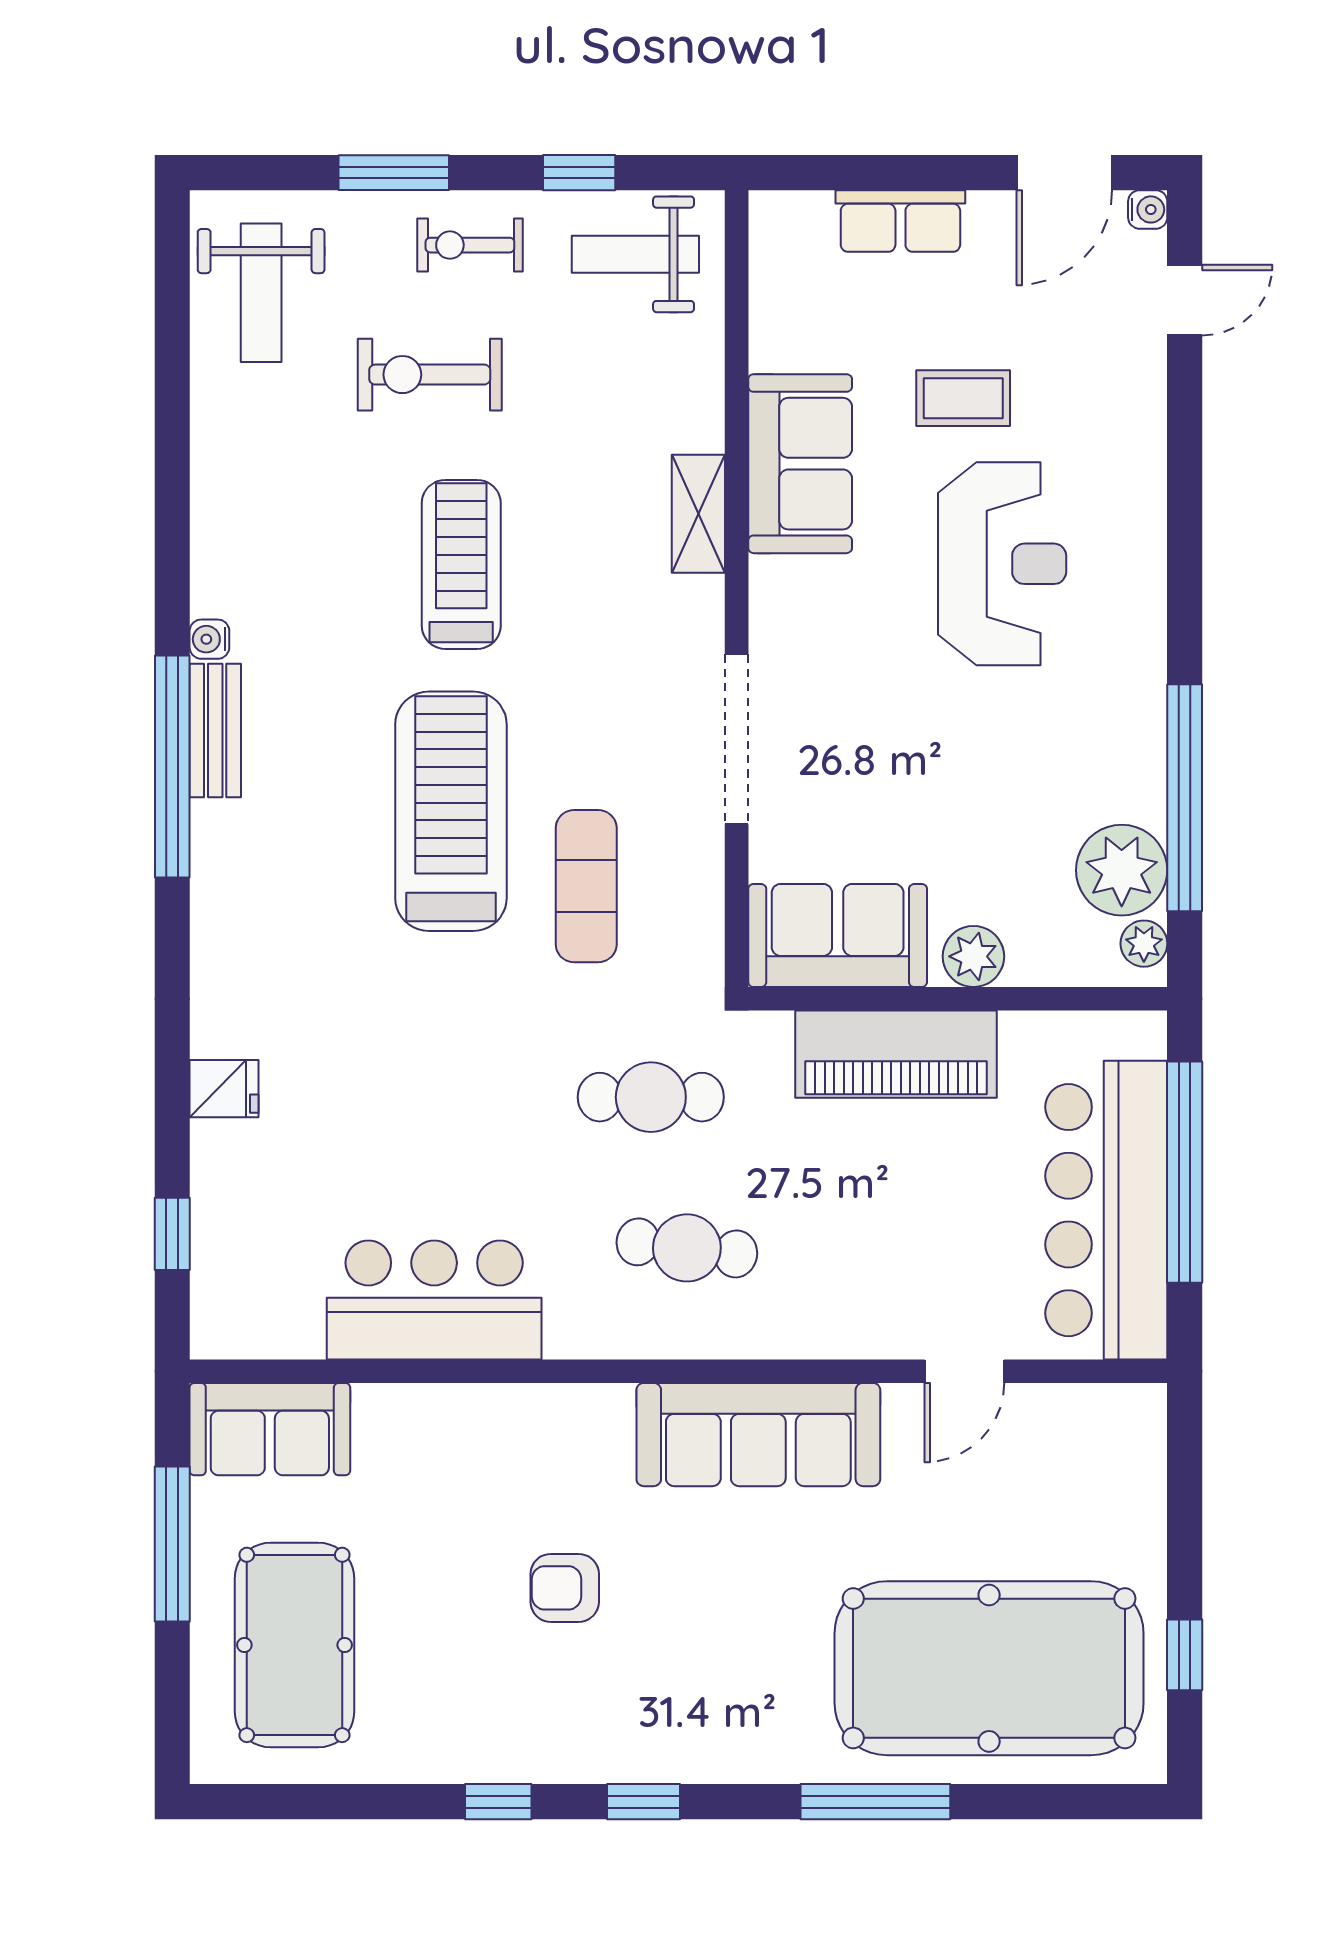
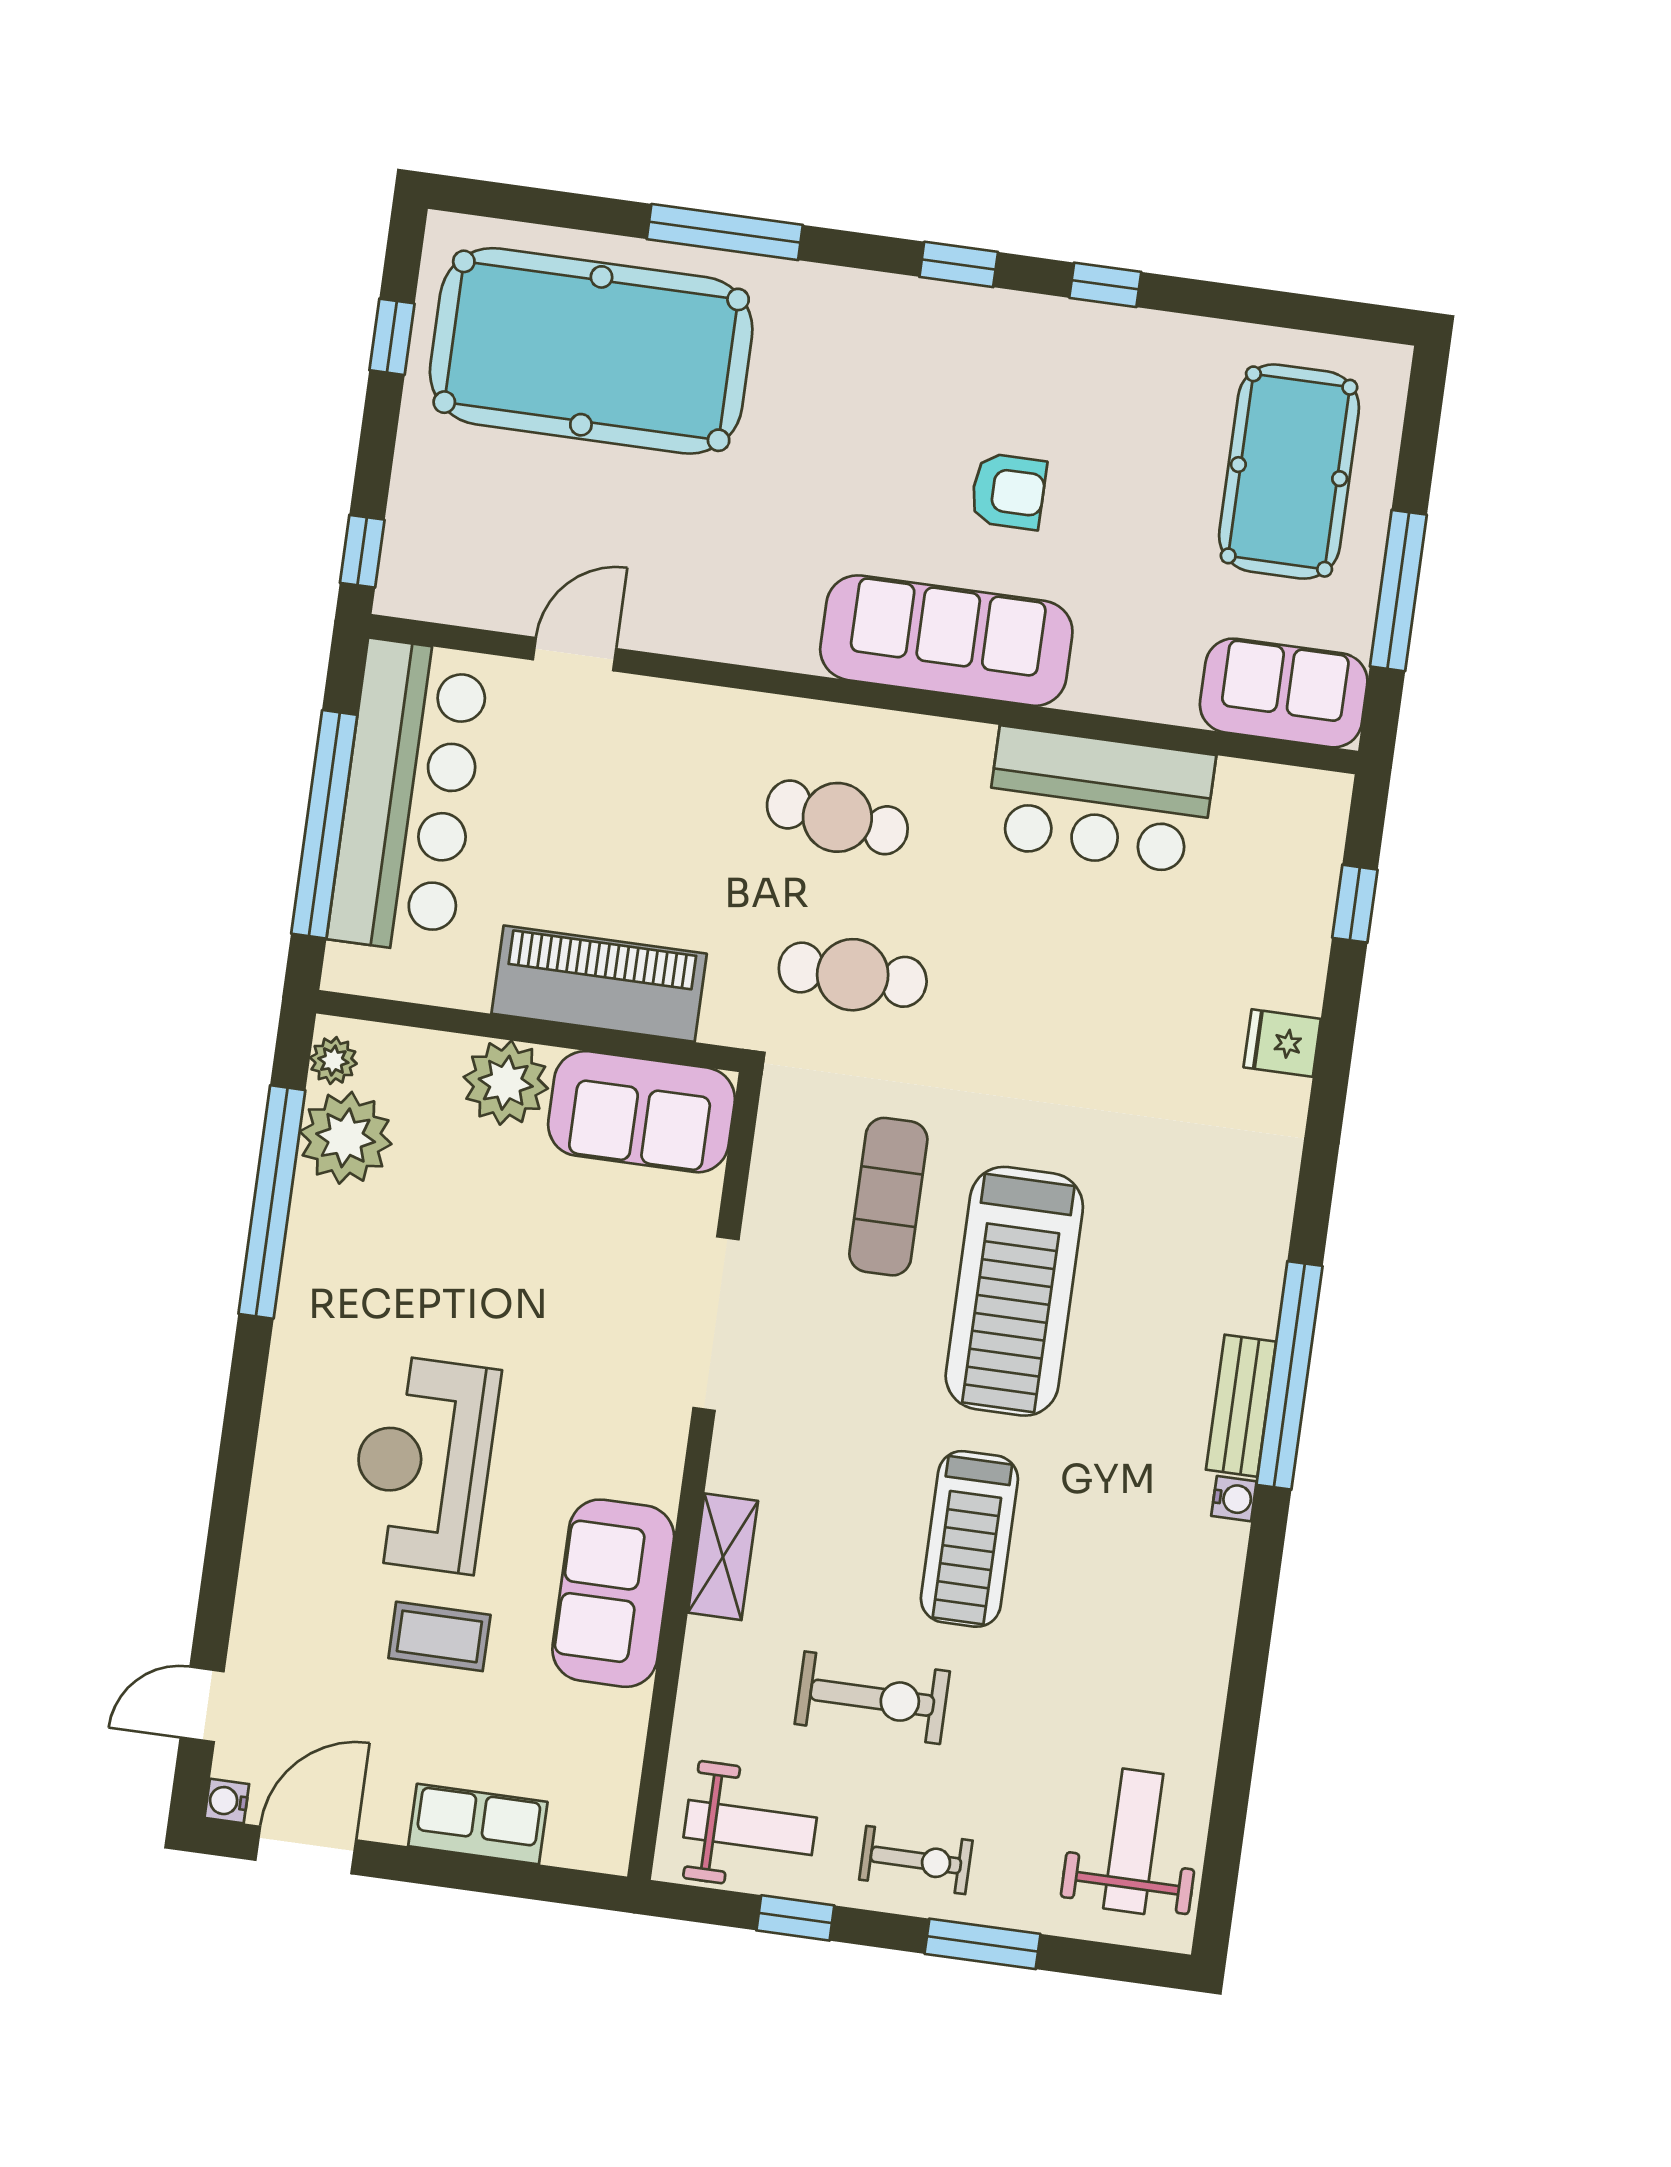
exercise bike: (430, 375) -> (872, 1698), moved
plant: (973, 956) -> (506, 1083), width x1.36, depth x1.36
sofa: (758, 1435) -> (946, 641), moved
window: (1185, 1442) -> (362, 551), added

